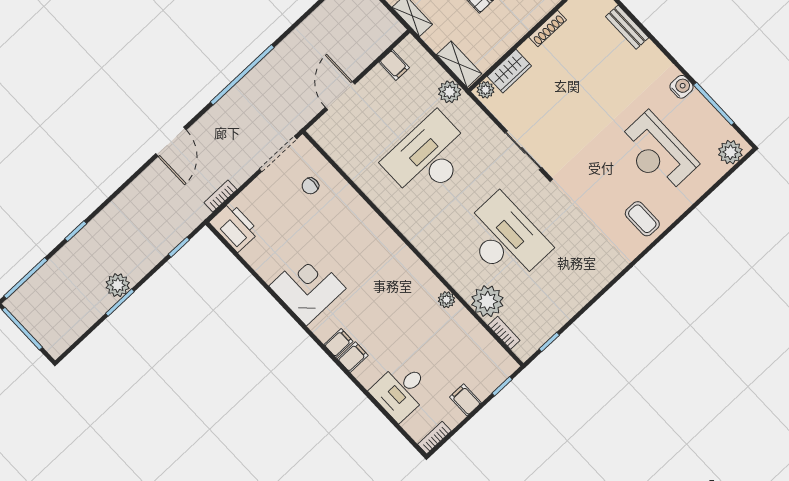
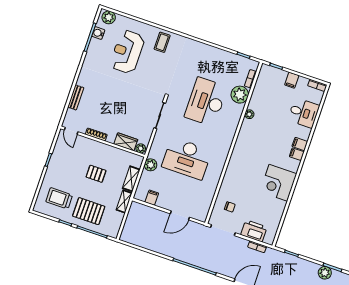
shelving: (459, 64) -> (131, 179), moved
water cooler: (681, 87) -> (98, 33), moved
reception desk: (657, 153) -> (127, 52), turned 180
printer: (234, 227) -> (254, 231), moved, turned 90

